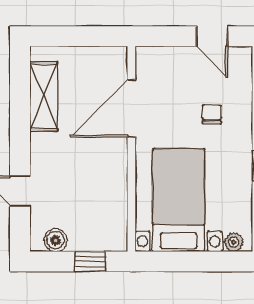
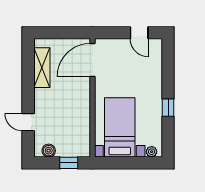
door: (131, 109) -> (92, 60), moved
chair: (212, 115) -> (139, 78), removed

